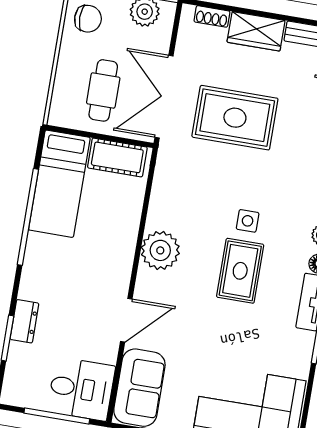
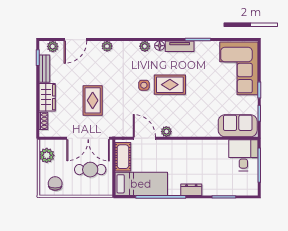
rug: (235, 118) -> (93, 100), width x0.73, depth x0.70
plant: (160, 250) -> (166, 132), width x0.53, depth x0.53
door: (126, 320) -> (144, 138), moved
dresser: (24, 321) -> (191, 190), moved

